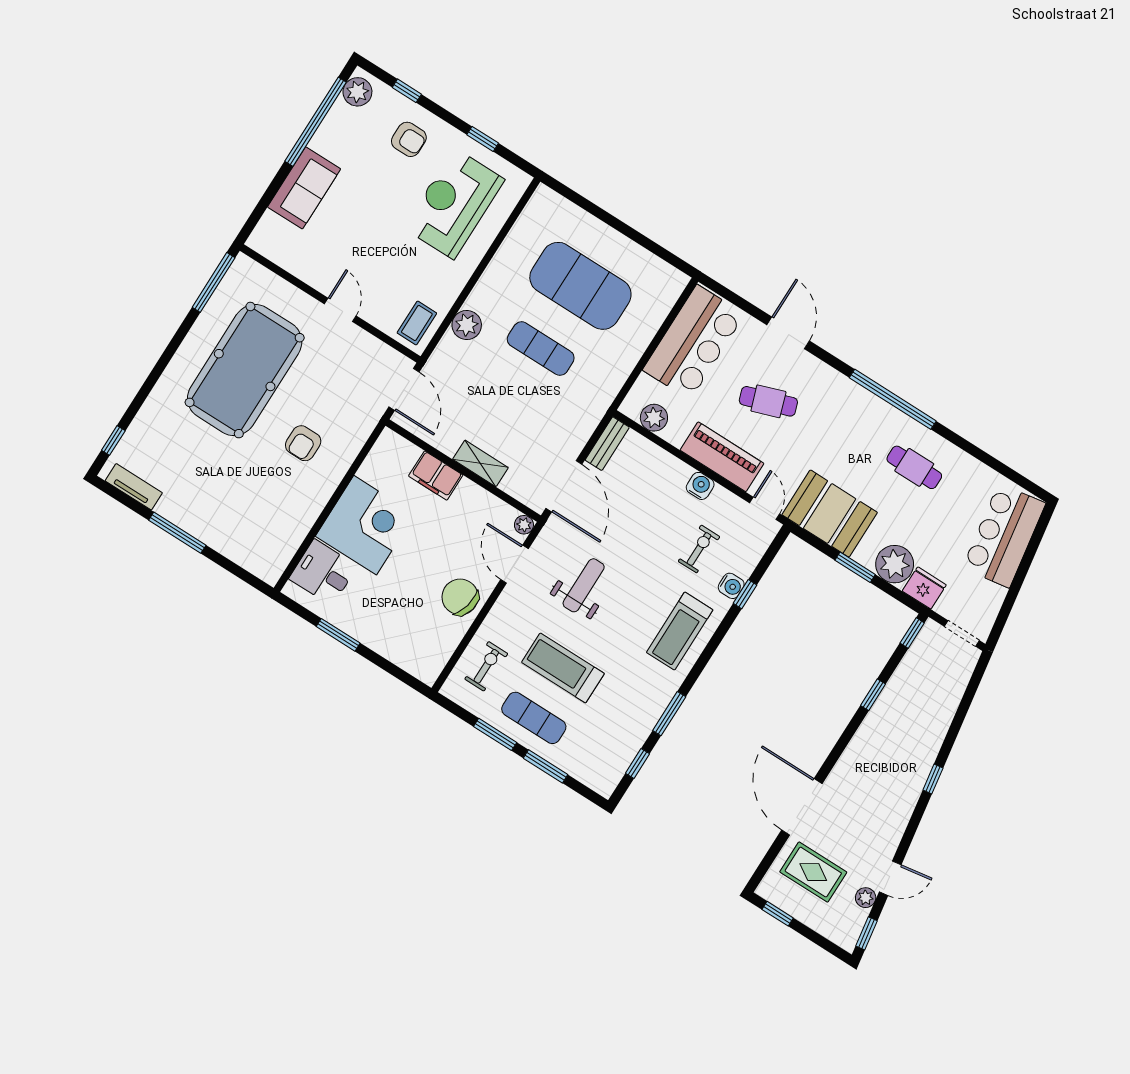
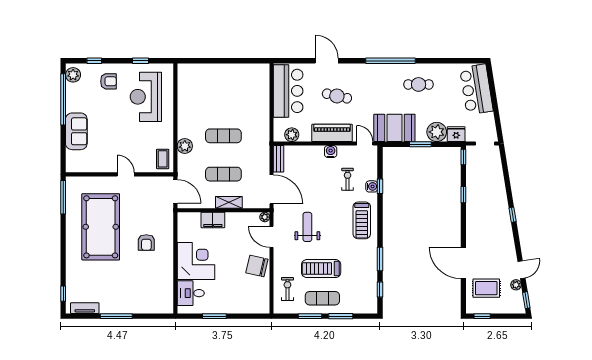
exercise mat: (580, 286) -> (223, 174), moved, width x0.50, depth x0.69
cafe table: (768, 401) -> (337, 96), turned 32

